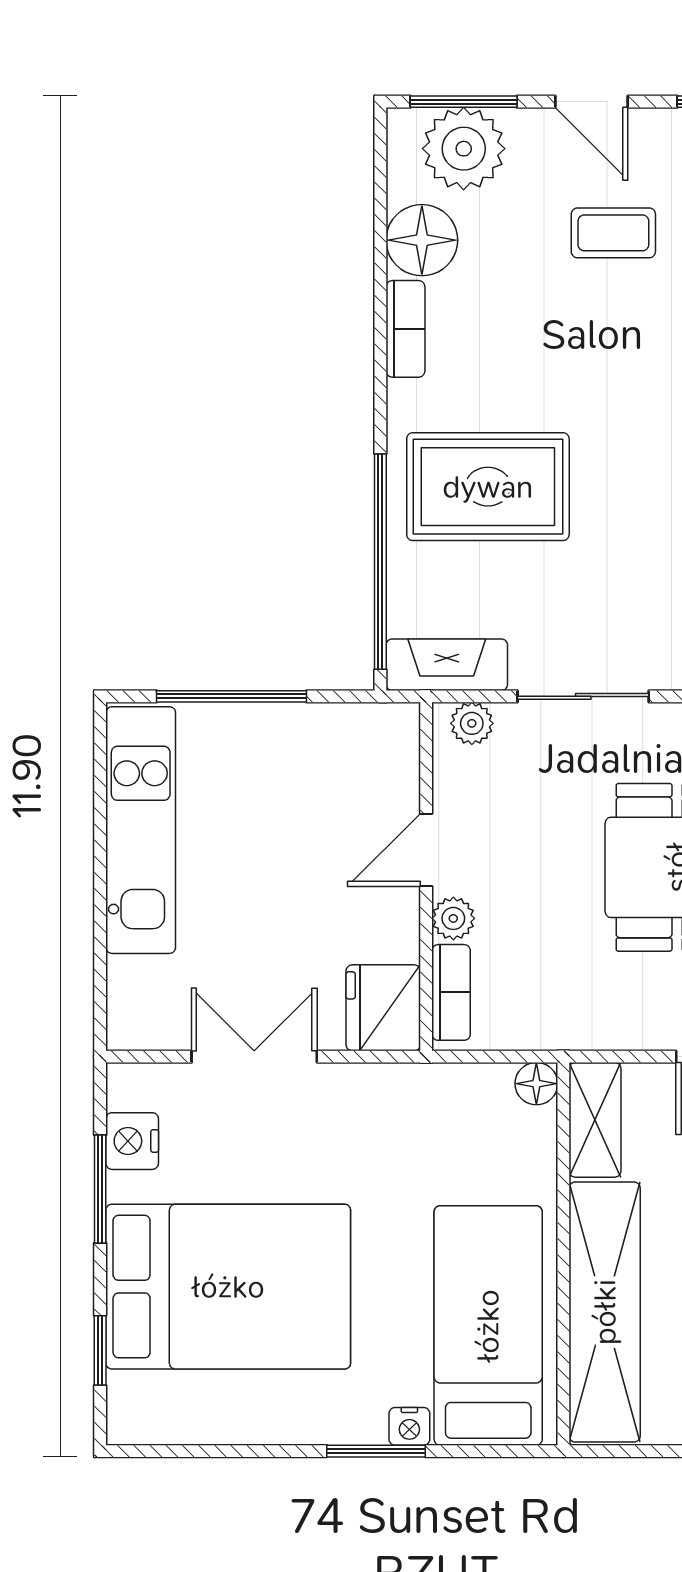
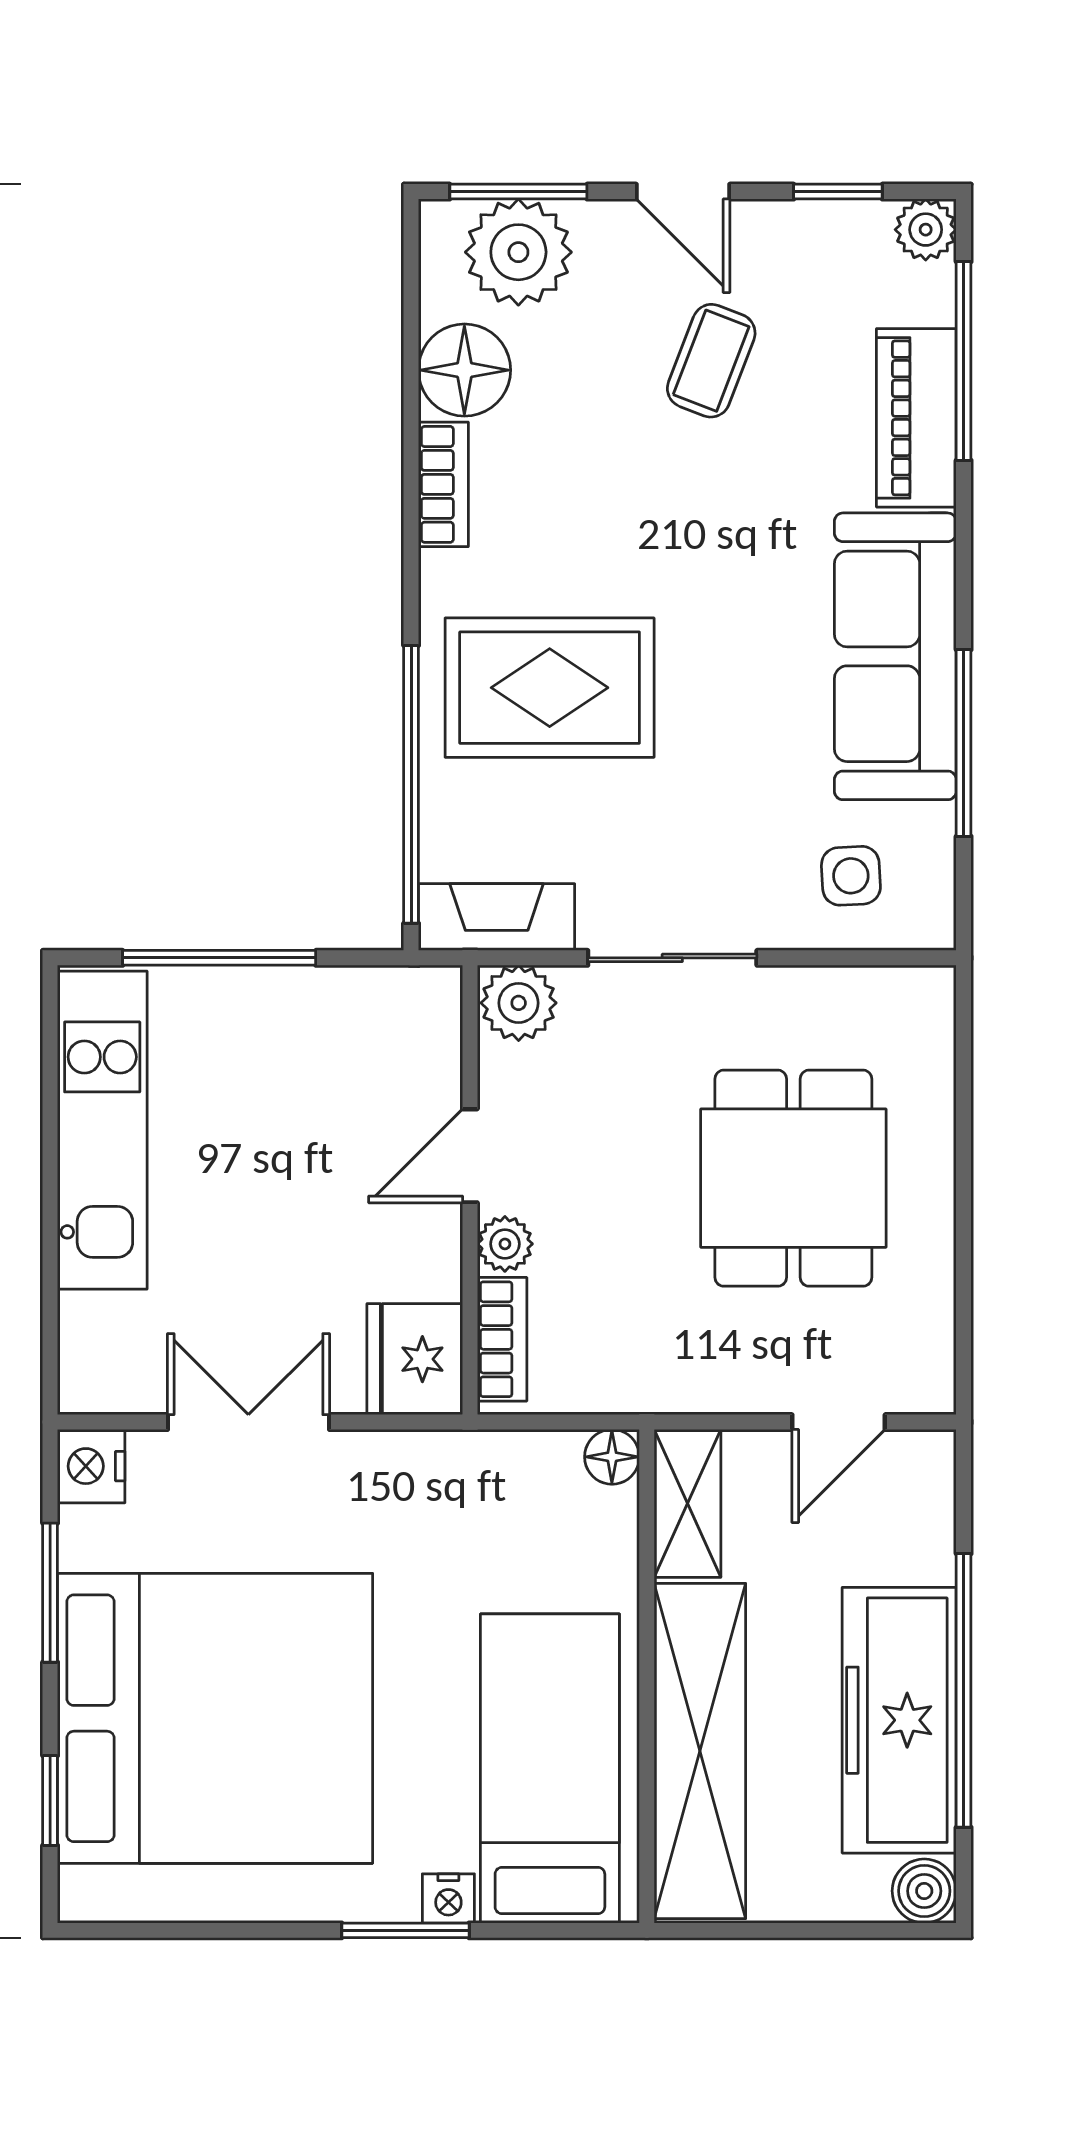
coffee table: (613, 233) -> (711, 361), turned -69
plant: (472, 723) -> (519, 1003), width x1.38, depth x1.38
nightstand: (132, 1141) -> (91, 1466), moved
bed: (228, 1287) -> (215, 1718), width x1.36

